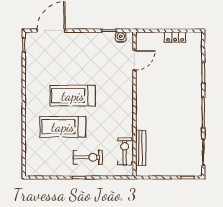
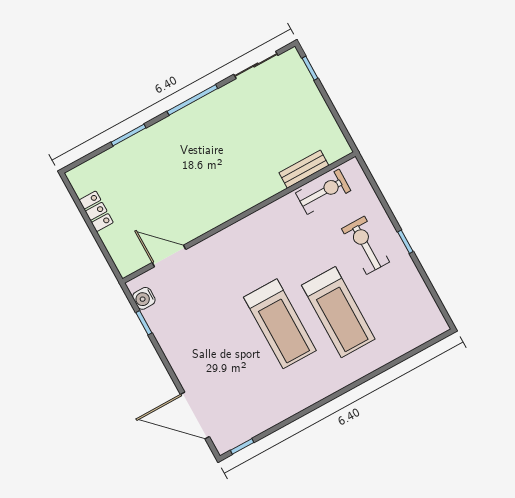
bench: (141, 148) -> (304, 169), width x0.73
exercise bike: (125, 151) -> (323, 192), turned 180

